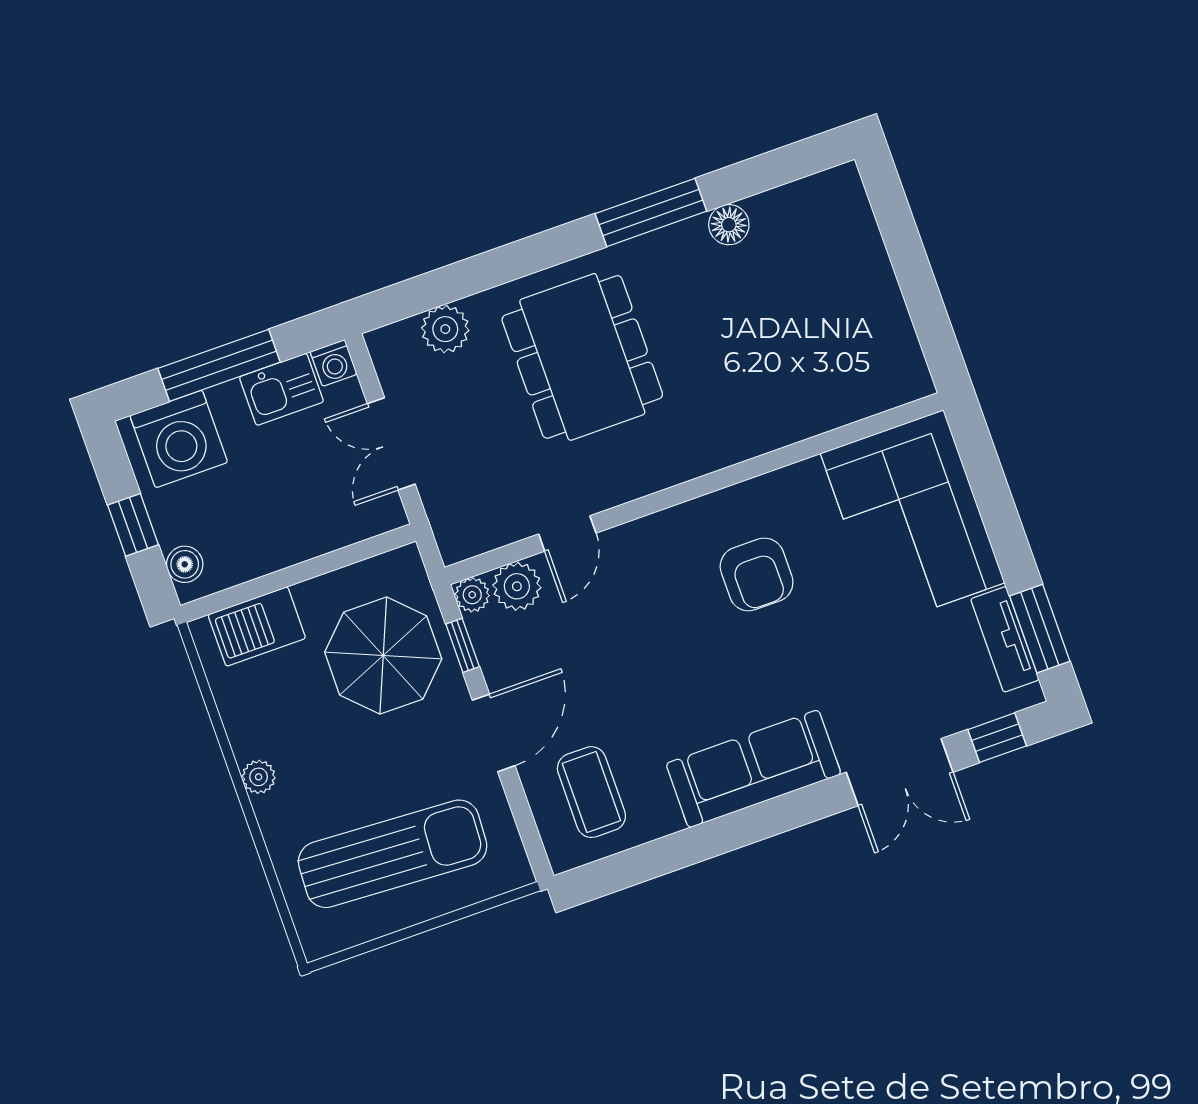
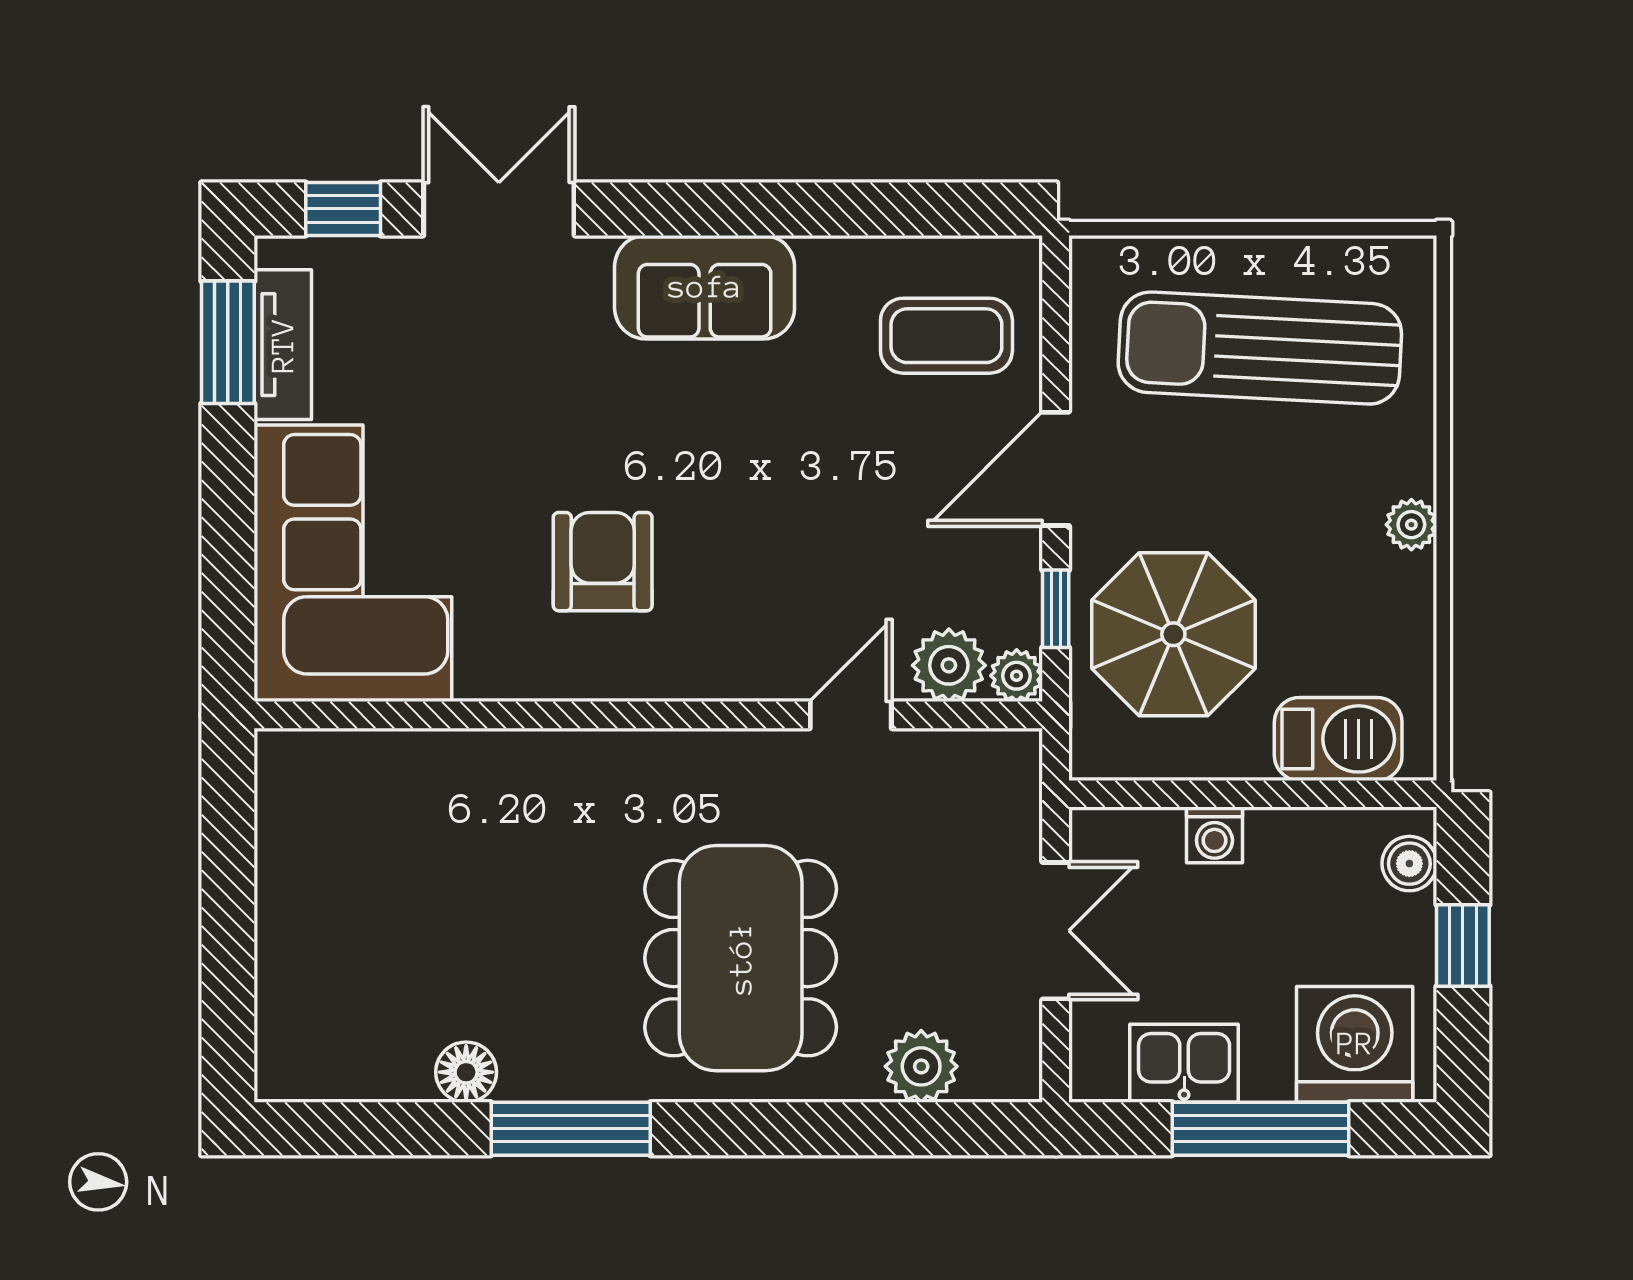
washing machine: (334, 363) -> (1214, 835), moved, turned 180
sofa: (754, 769) -> (705, 287), width x0.73
coffee table: (591, 792) -> (946, 336), turned 90

